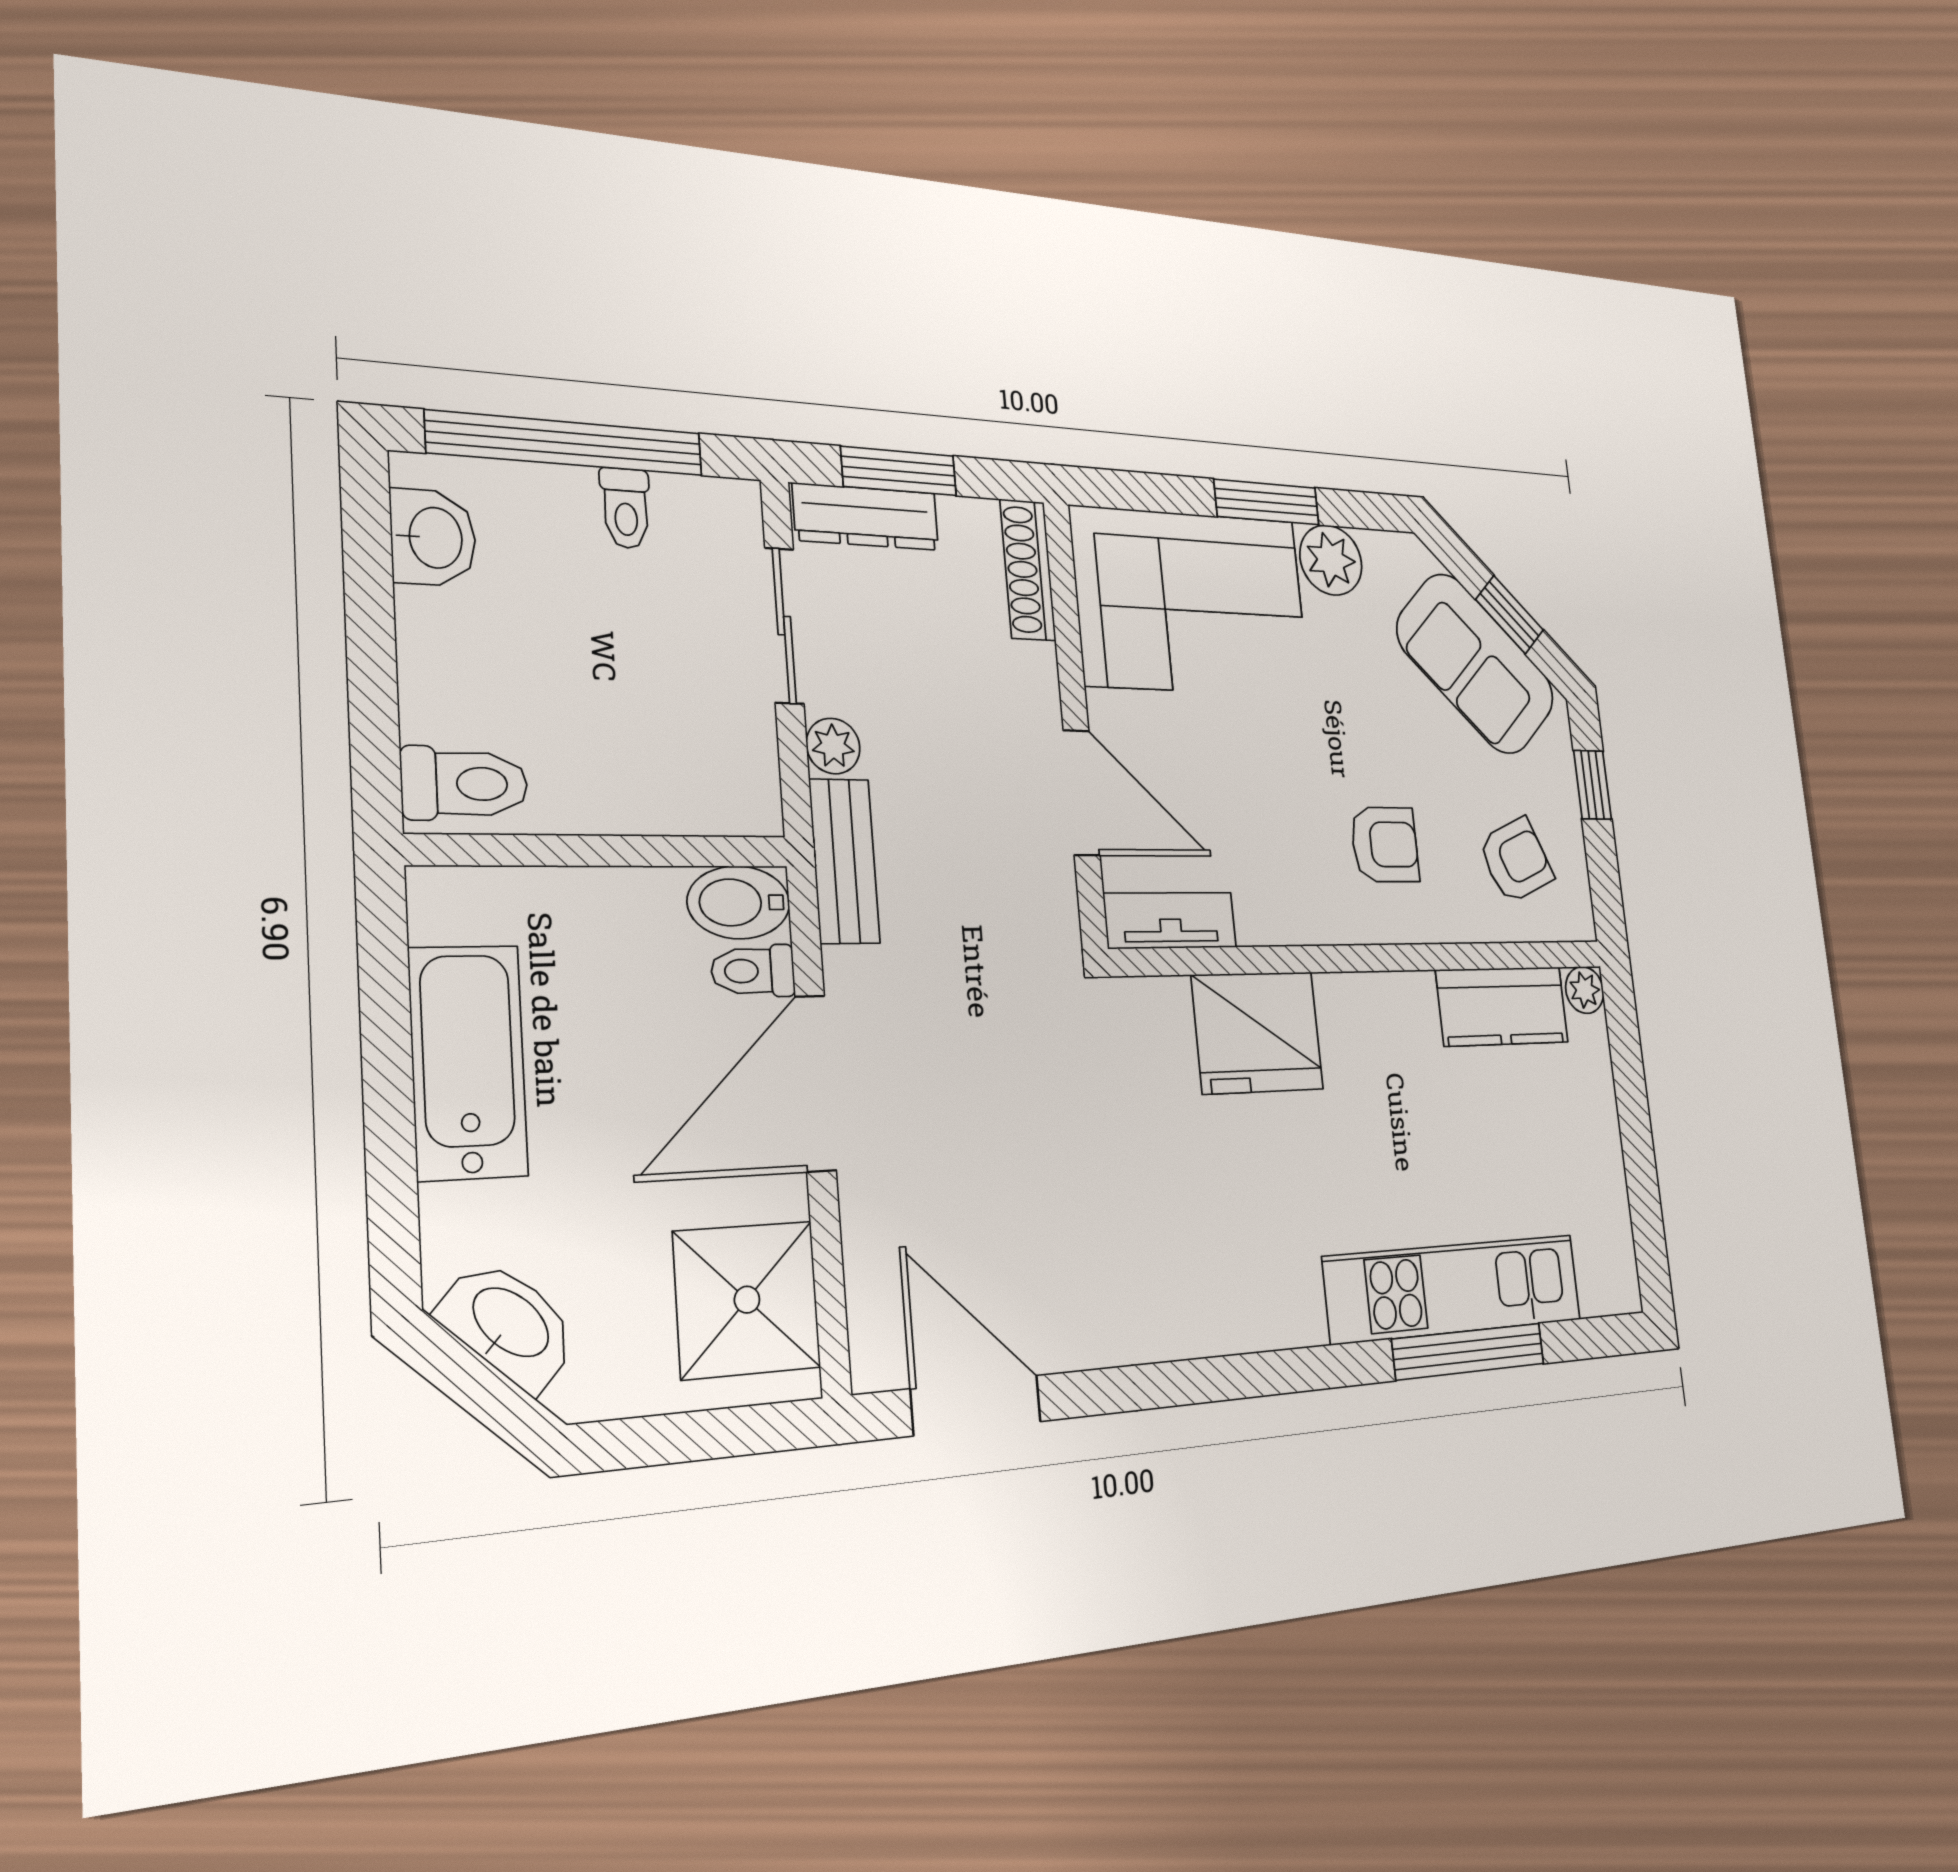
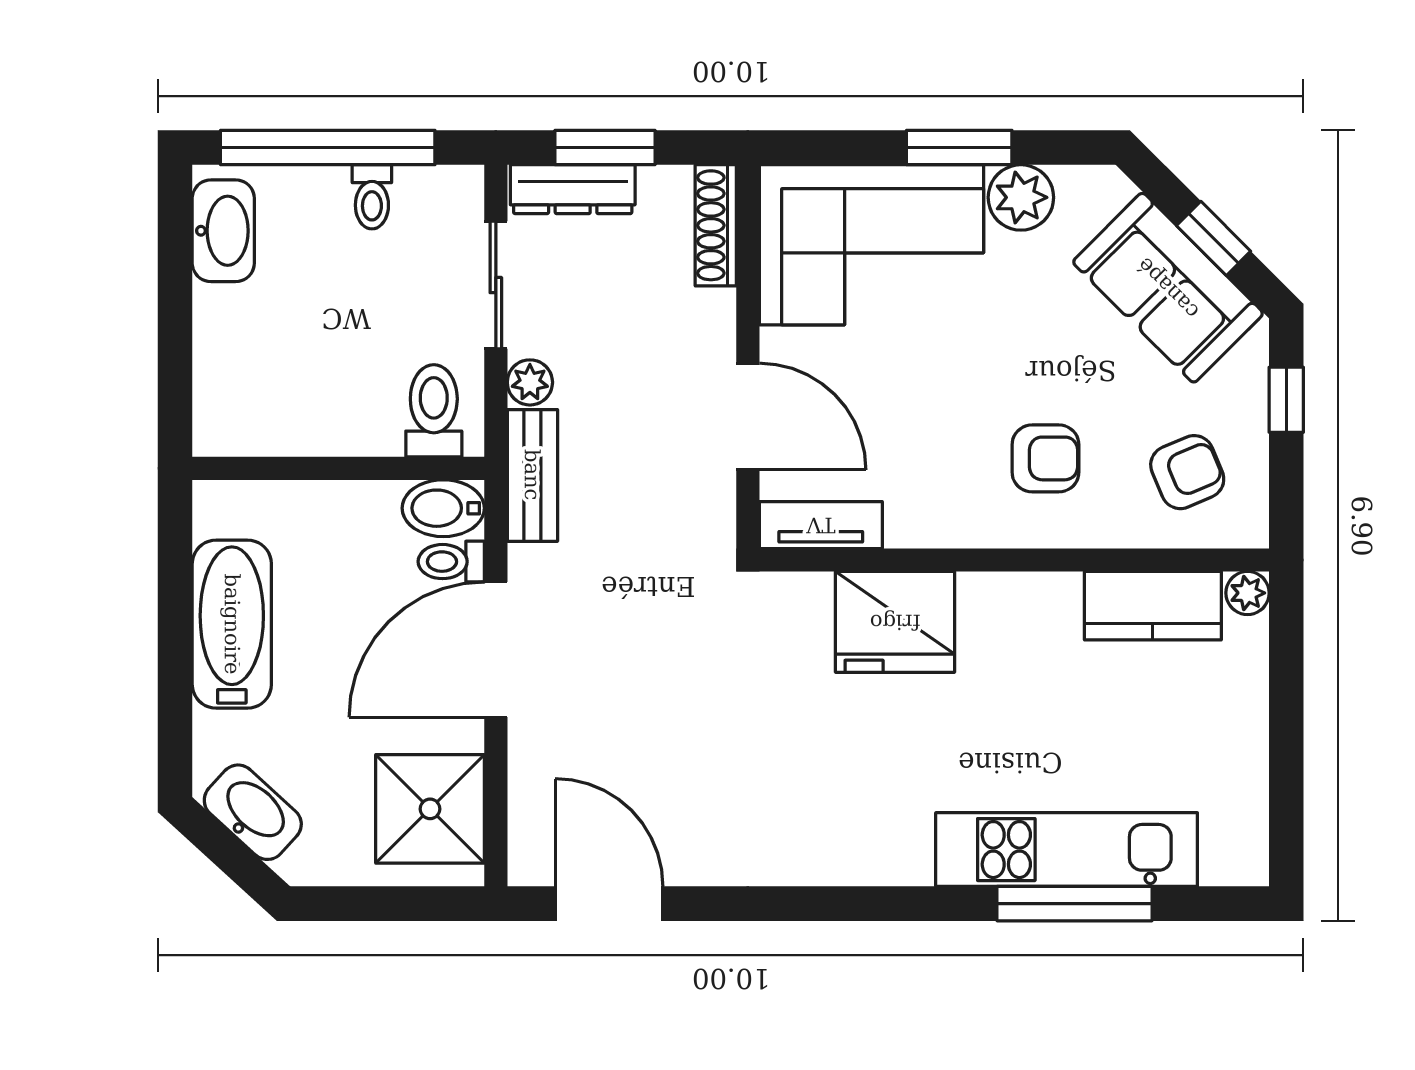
washbasin: (433, 538) -> (223, 231), width x1.38
toilet: (465, 784) -> (434, 411), moved, turned -90

